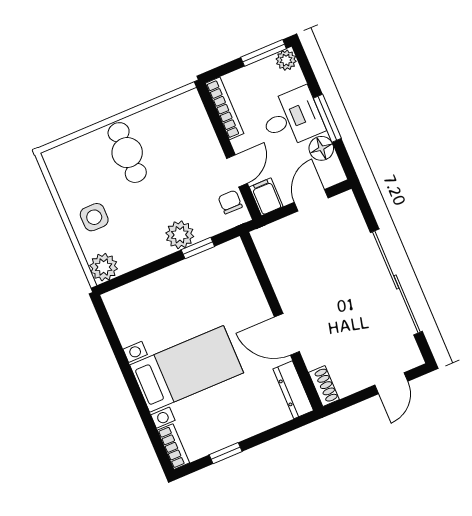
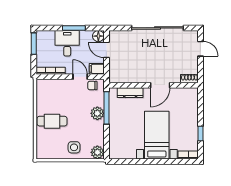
plant: (286, 60) -> (41, 35), removed
floor lamp: (321, 148) -> (98, 36), moved
window: (198, 248) -> (106, 108), width x2.17
dresser: (293, 390) -> (130, 93), moved

